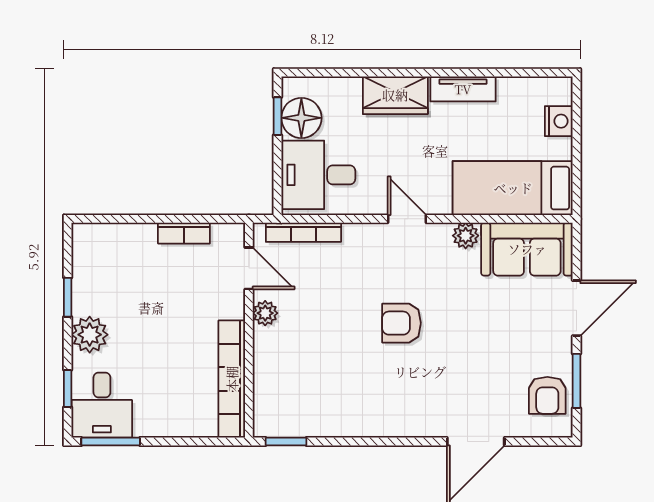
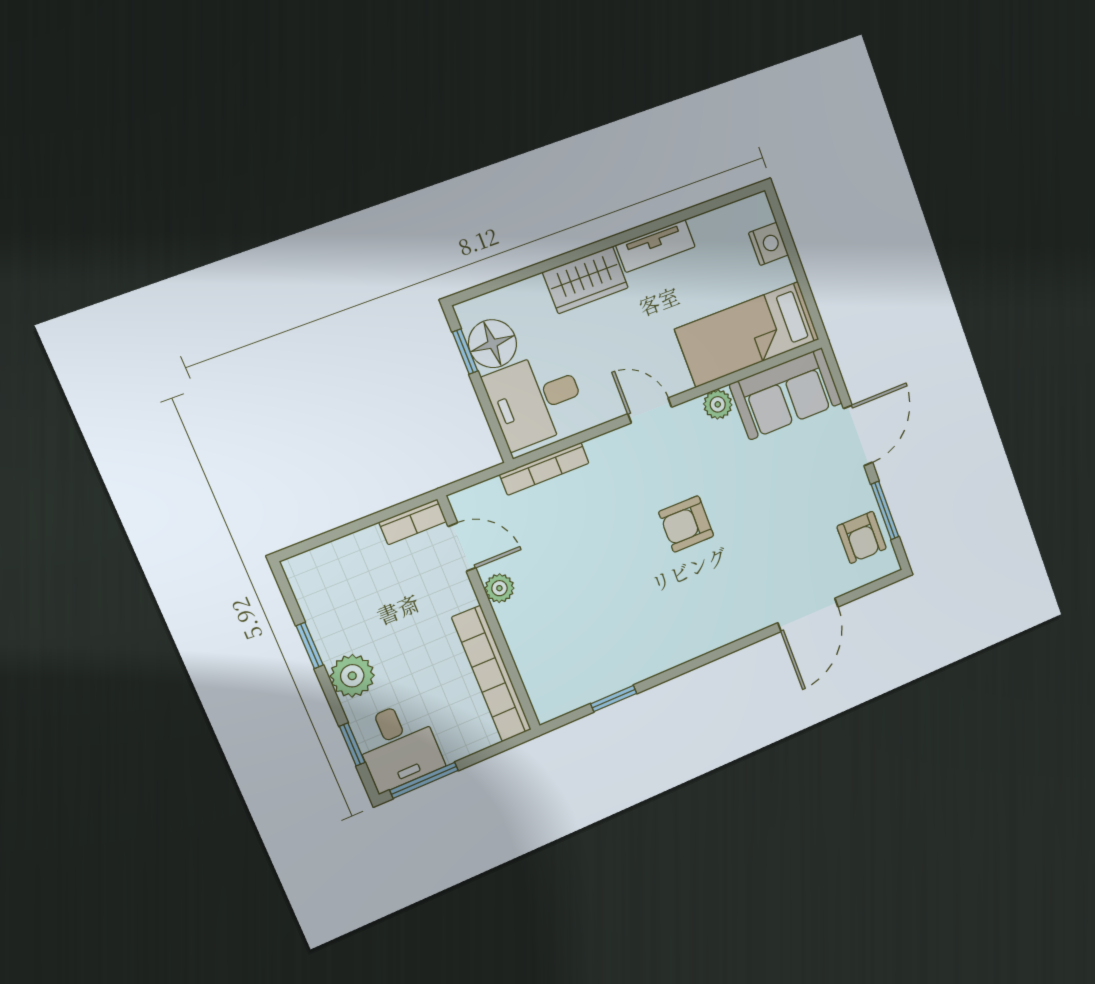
door: (249, 268) -> (462, 547), moved
plant: (265, 313) -> (499, 588), moved
wall: (249, 330) -> (489, 614), moved
bookcase: (232, 379) -> (492, 674), moved

